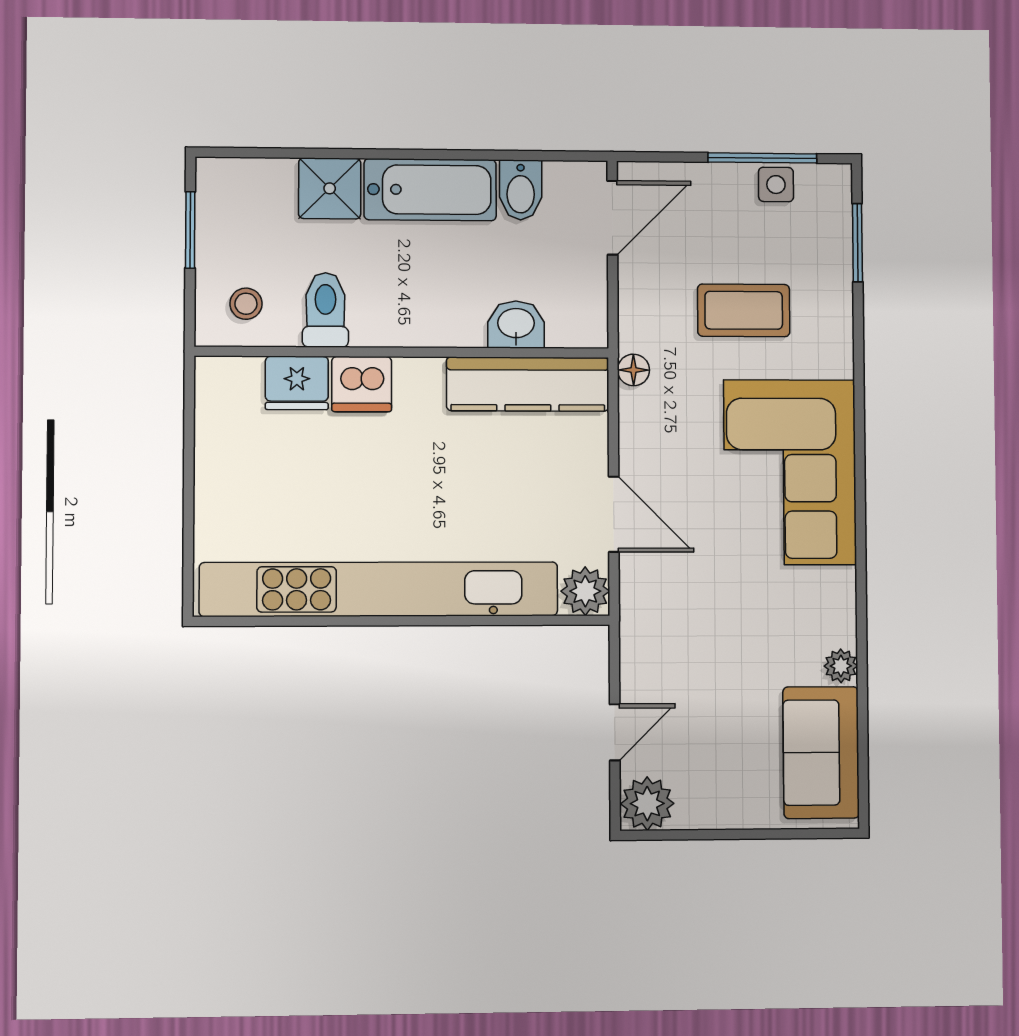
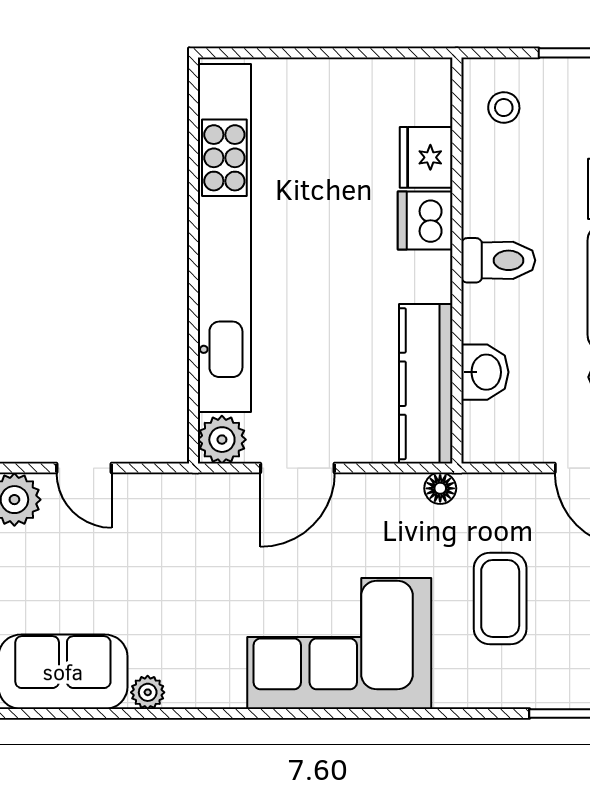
toilet: (325, 310) -> (498, 260), moved

